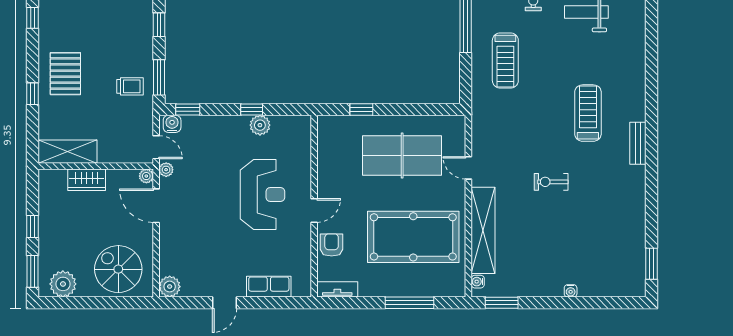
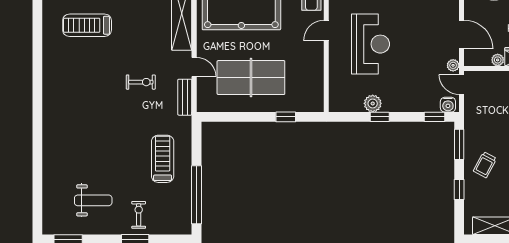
trolley: (130, 86) -> (485, 165), moved, turned -62
treadmill: (588, 113) -> (87, 25), moved, turned 90
bench: (638, 143) -> (185, 97), moved
plant: (146, 176) -> (498, 60), moved
exercise bike: (551, 182) -> (141, 82), moved
reception desk: (263, 195) -> (370, 44), turned 180

